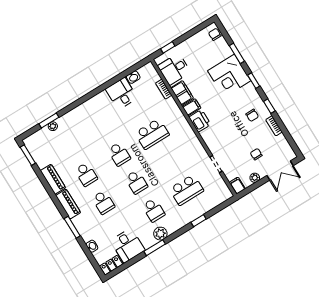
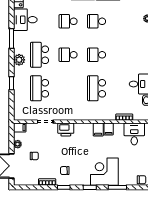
filing cabinet: (182, 93) -> (109, 129), width x0.50
printer: (200, 121) -> (66, 130), moved
school desk: (154, 210) -> (40, 55), width x1.85
plant: (160, 234) -> (19, 60), moved

